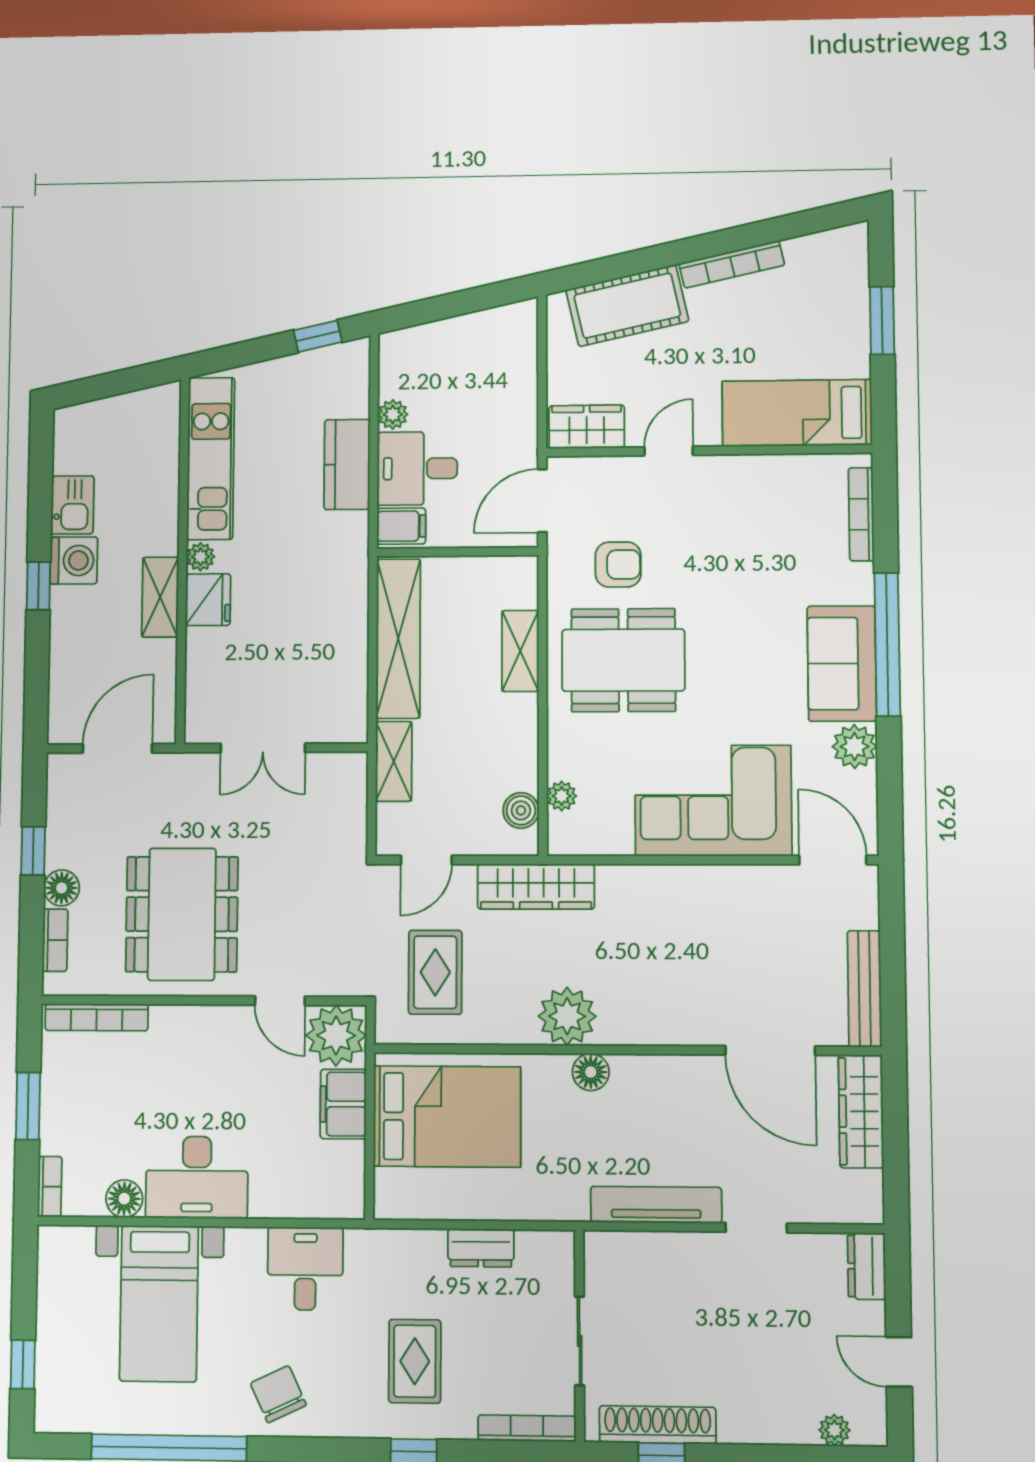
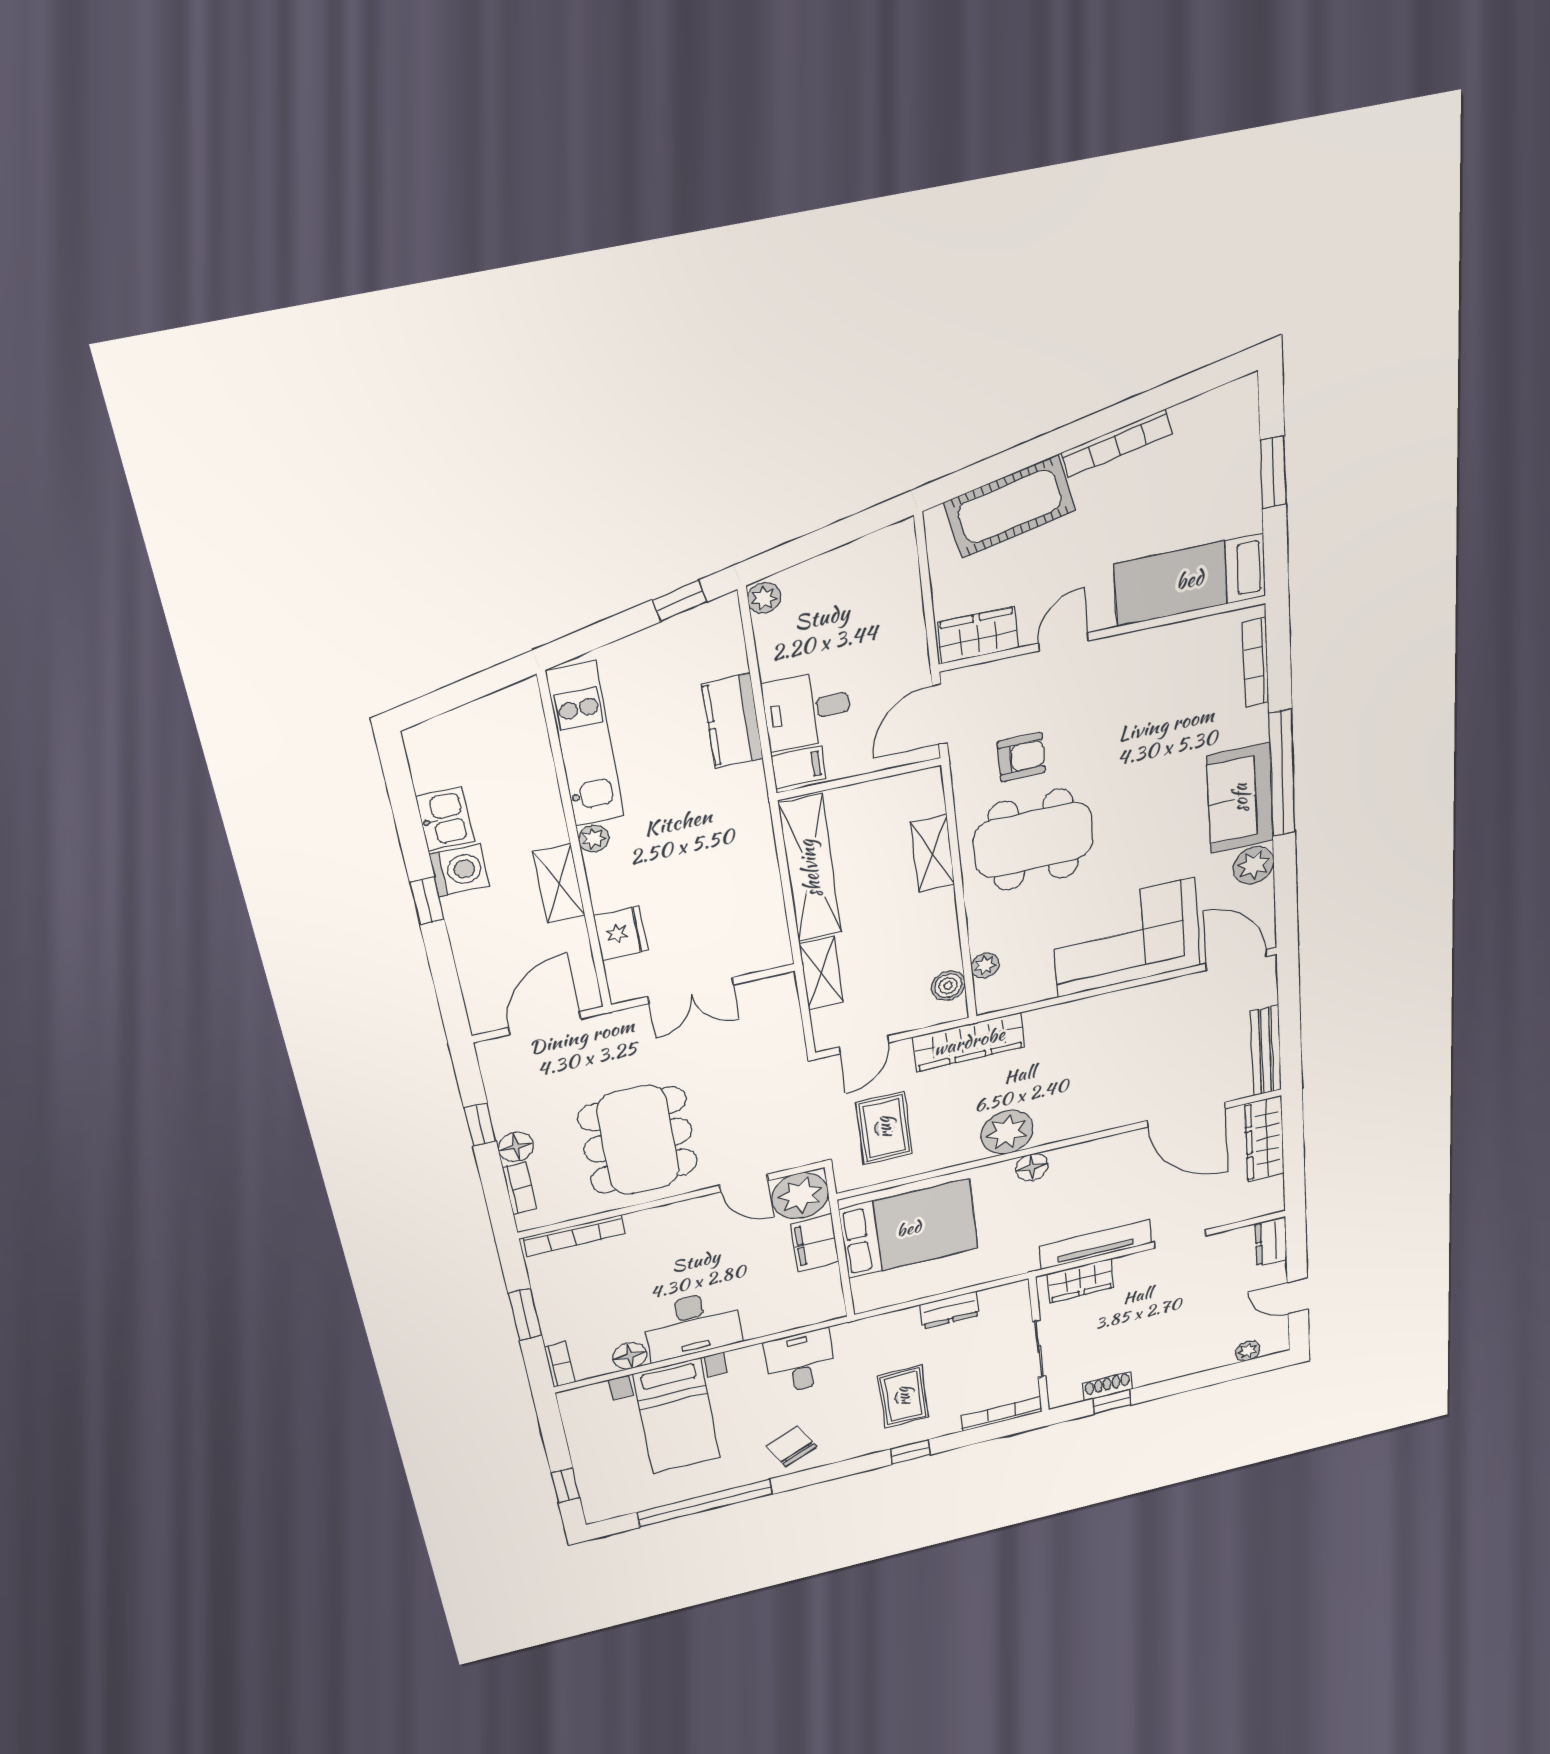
plant: (393, 414) -> (764, 598), moved
fridge: (208, 600) -> (621, 933), moved
wardrobe: (635, 1253) -> (1081, 1281), added
shoe rack: (658, 1425) -> (1107, 1386), width x0.51, depth x0.81

